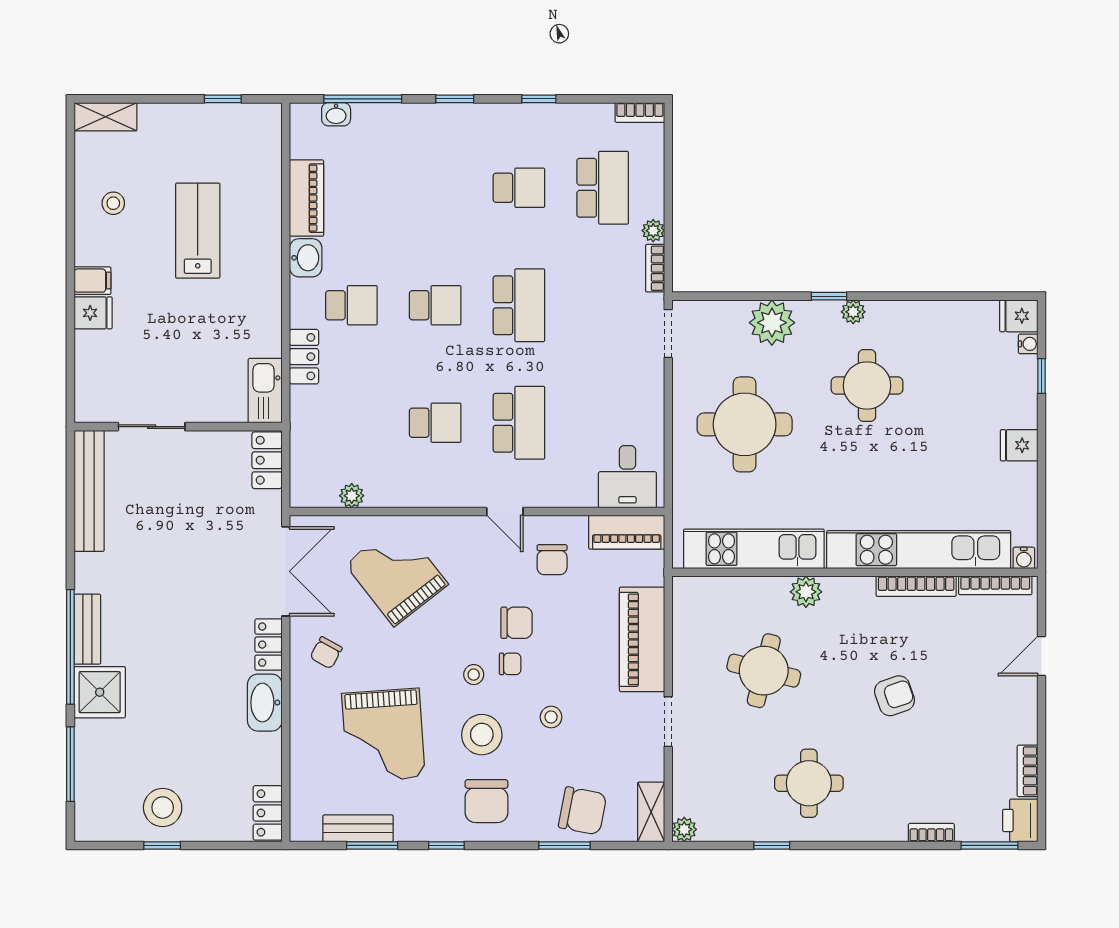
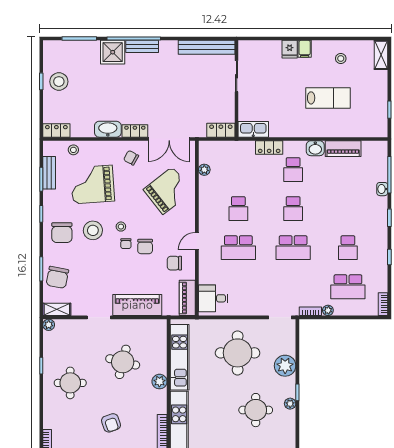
washbasin: (336, 114) -> (382, 189), moved
stool: (551, 717) -> (73, 150), moved
chair: (487, 801) -> (62, 233), turned -90

